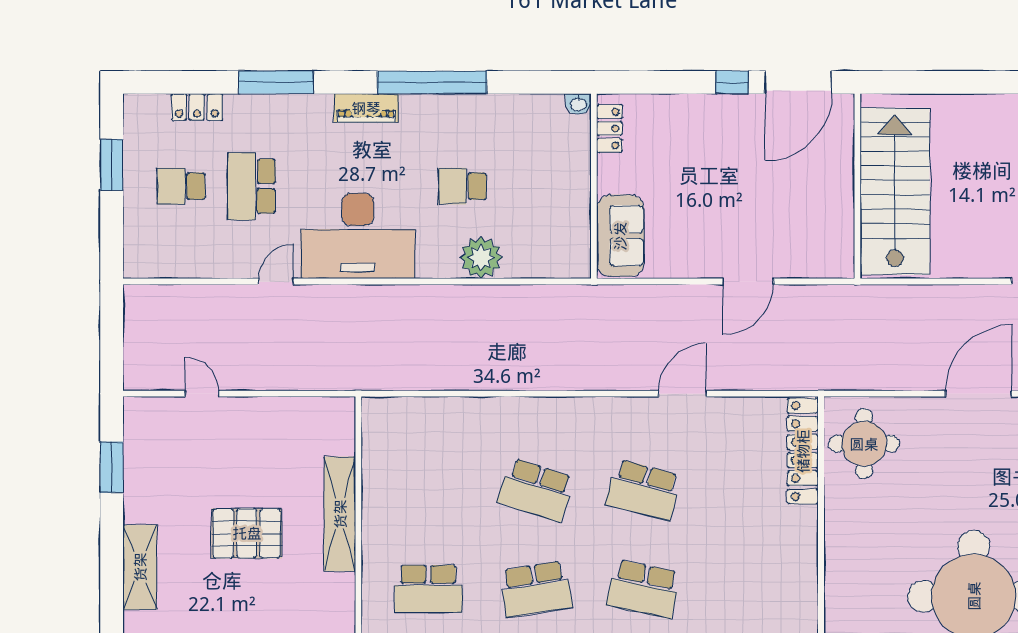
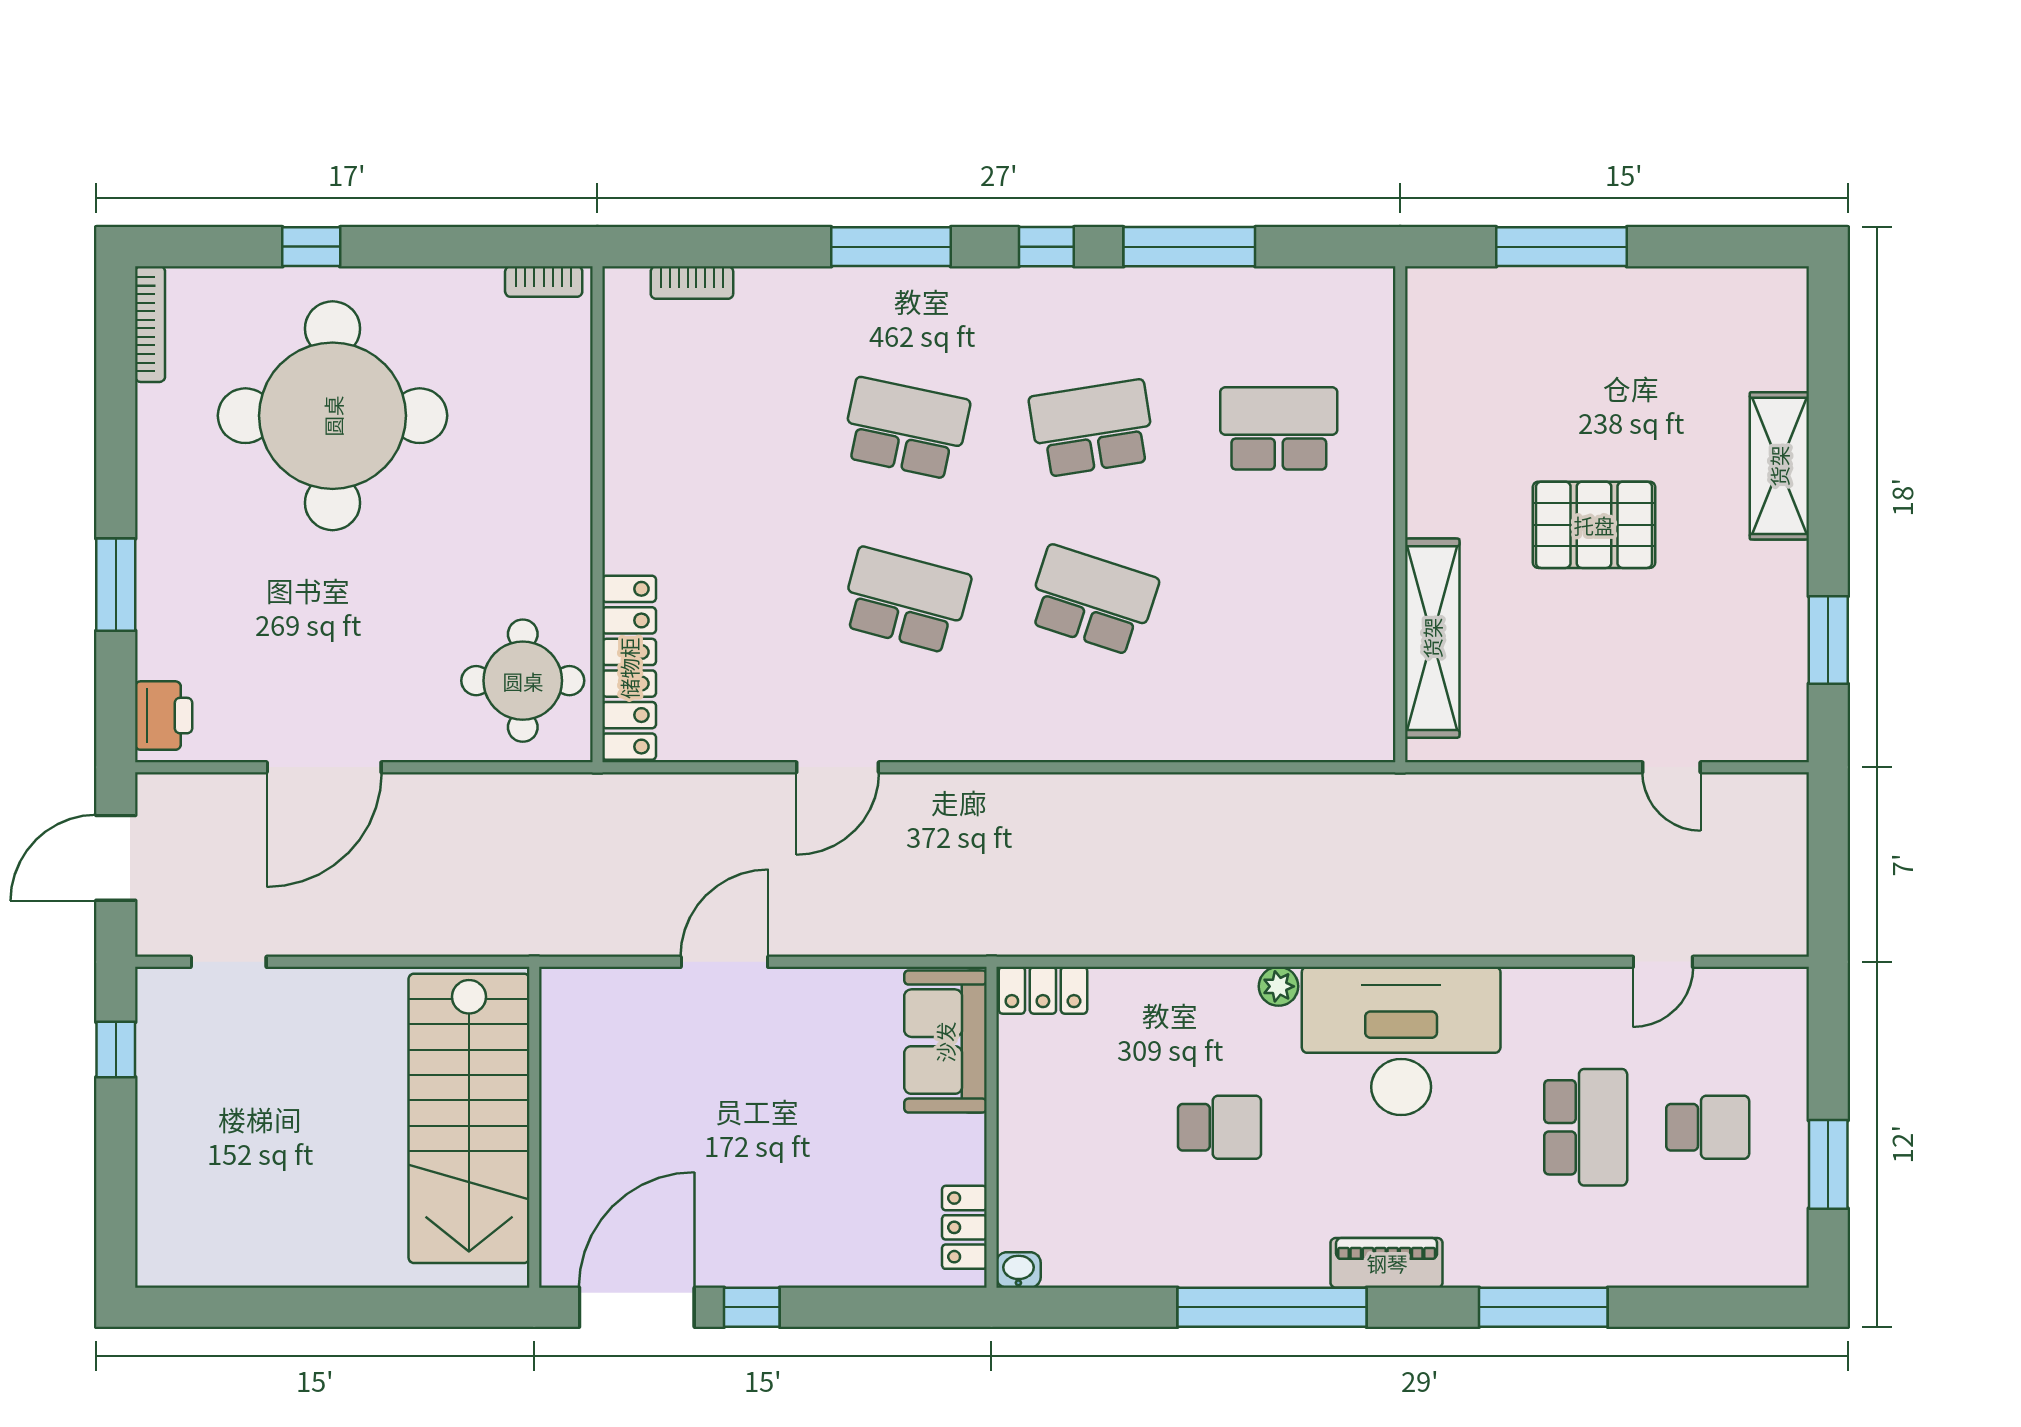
locker: (197, 107) -> (1043, 990), moved, turned 180
plant: (481, 258) -> (1278, 986), moved, width x0.53, depth x0.53
door: (276, 282) -> (1663, 962), moved
shelving: (340, 514) -> (1432, 638), moved

